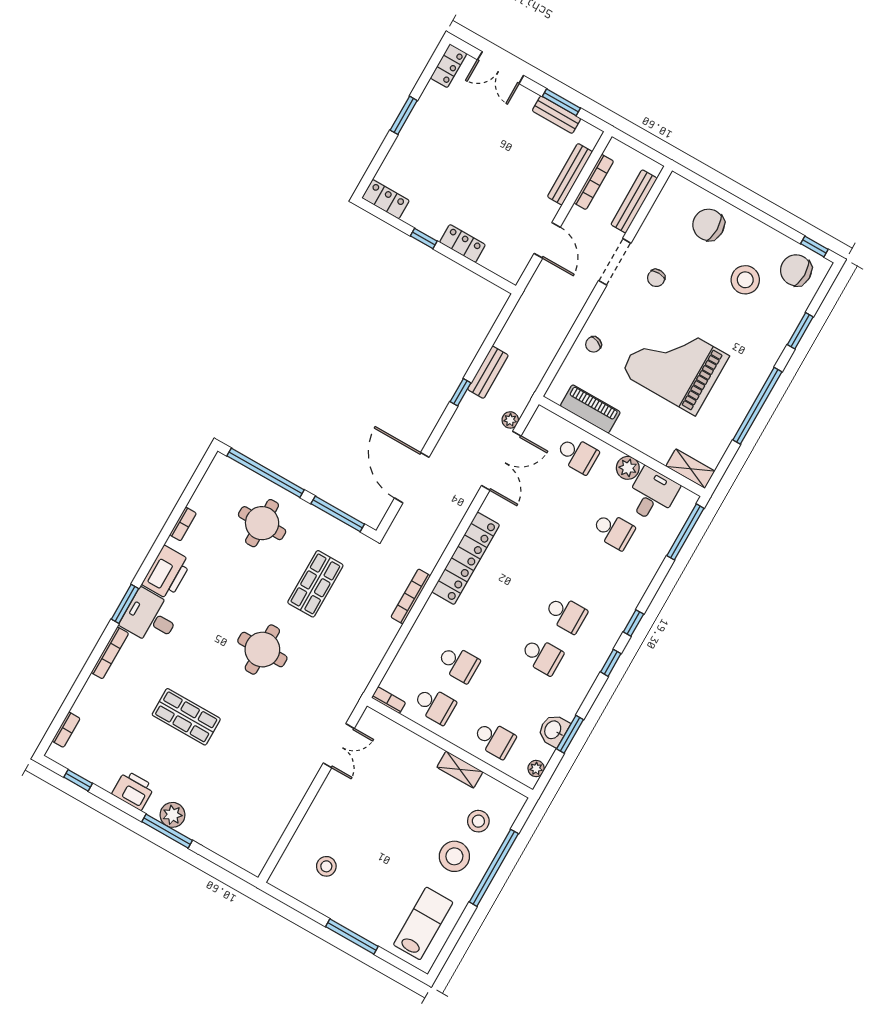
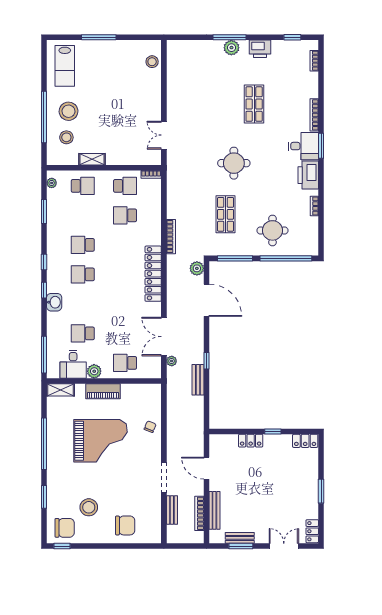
bench: (634, 201) -> (172, 510), width x0.73
chair: (656, 278) -> (137, 481), removed
piano: (590, 409) -> (103, 391), moved
plant: (400, 531) -> (197, 268), added
school desk: (435, 705) -> (125, 186), turned 180
shop shelf: (186, 717) -> (254, 104), turned 90
washbasin: (553, 730) -> (54, 302), moved
school desk: (494, 739) -> (83, 186), turned 180
stool: (326, 866) -> (152, 62), moved

